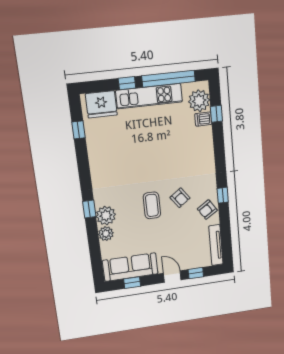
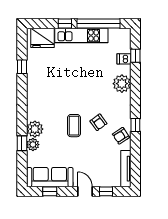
plant: (199, 101) -> (122, 84), moved
window: (79, 130) -> (22, 67), moved
window: (89, 209) -> (22, 143), moved

